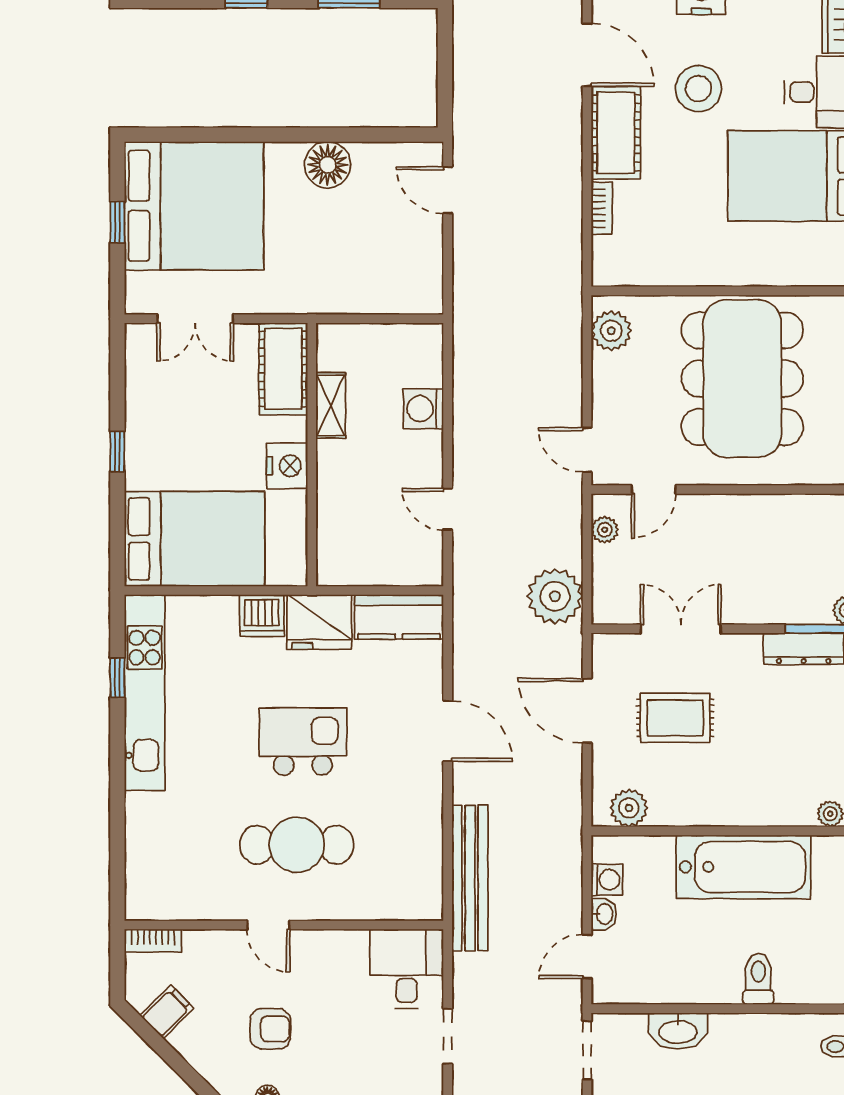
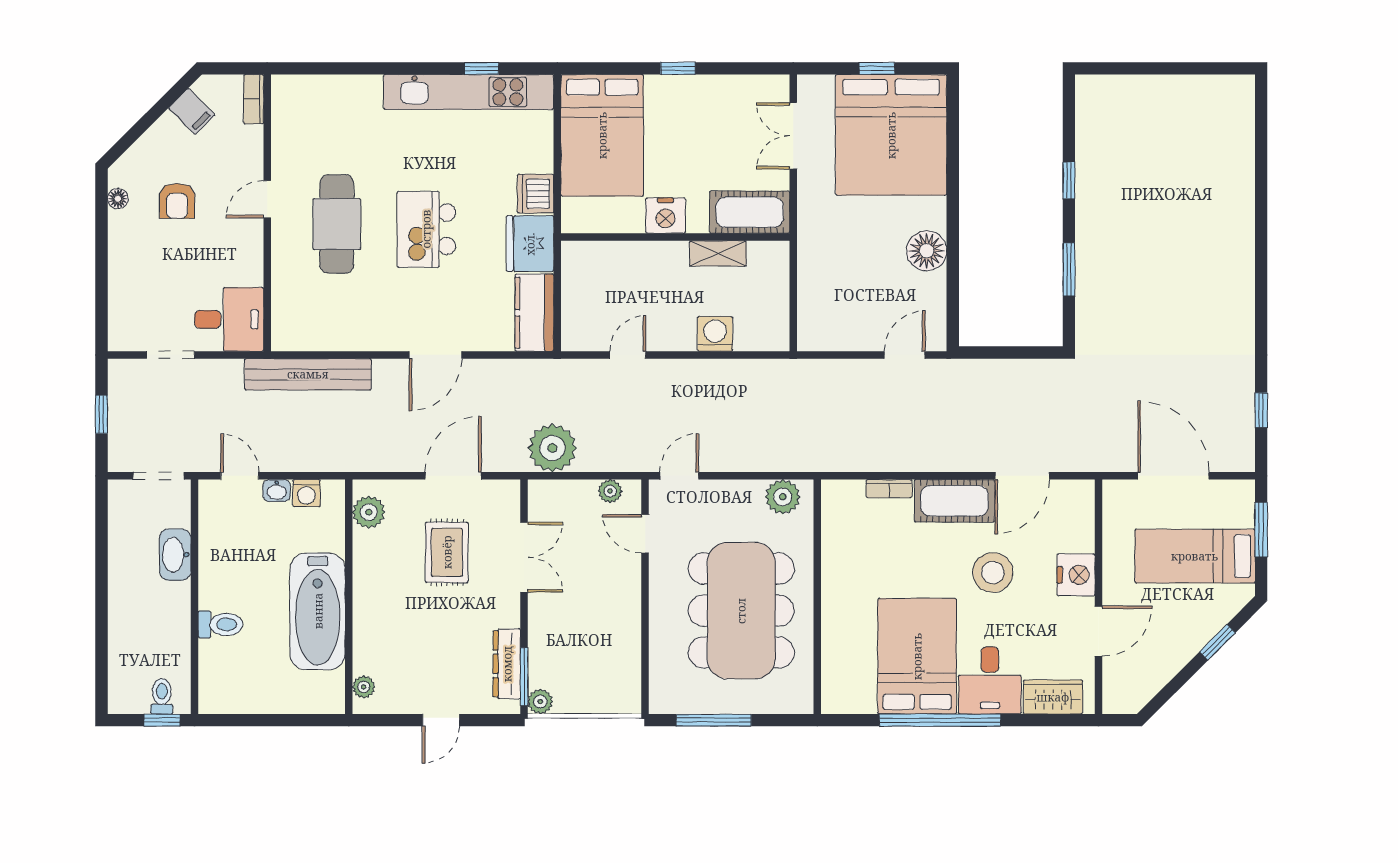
dining table: (742, 379) -> (741, 611), turned 90
kitchen island: (303, 742) -> (426, 229), turned 180

